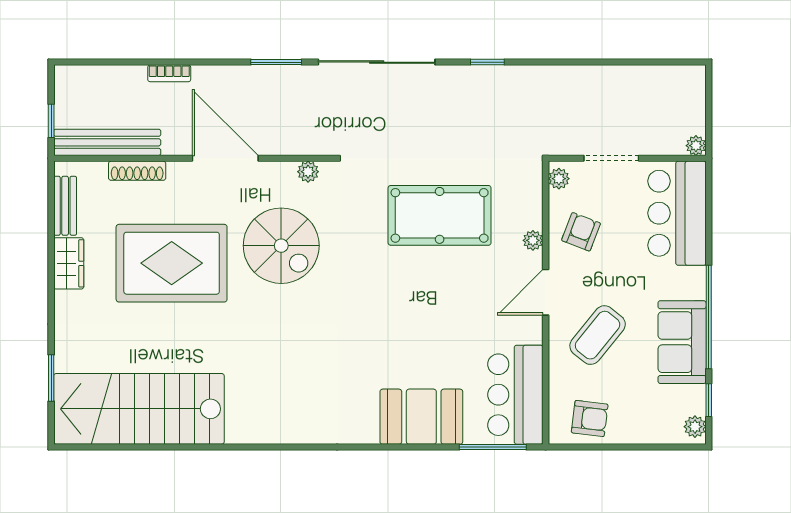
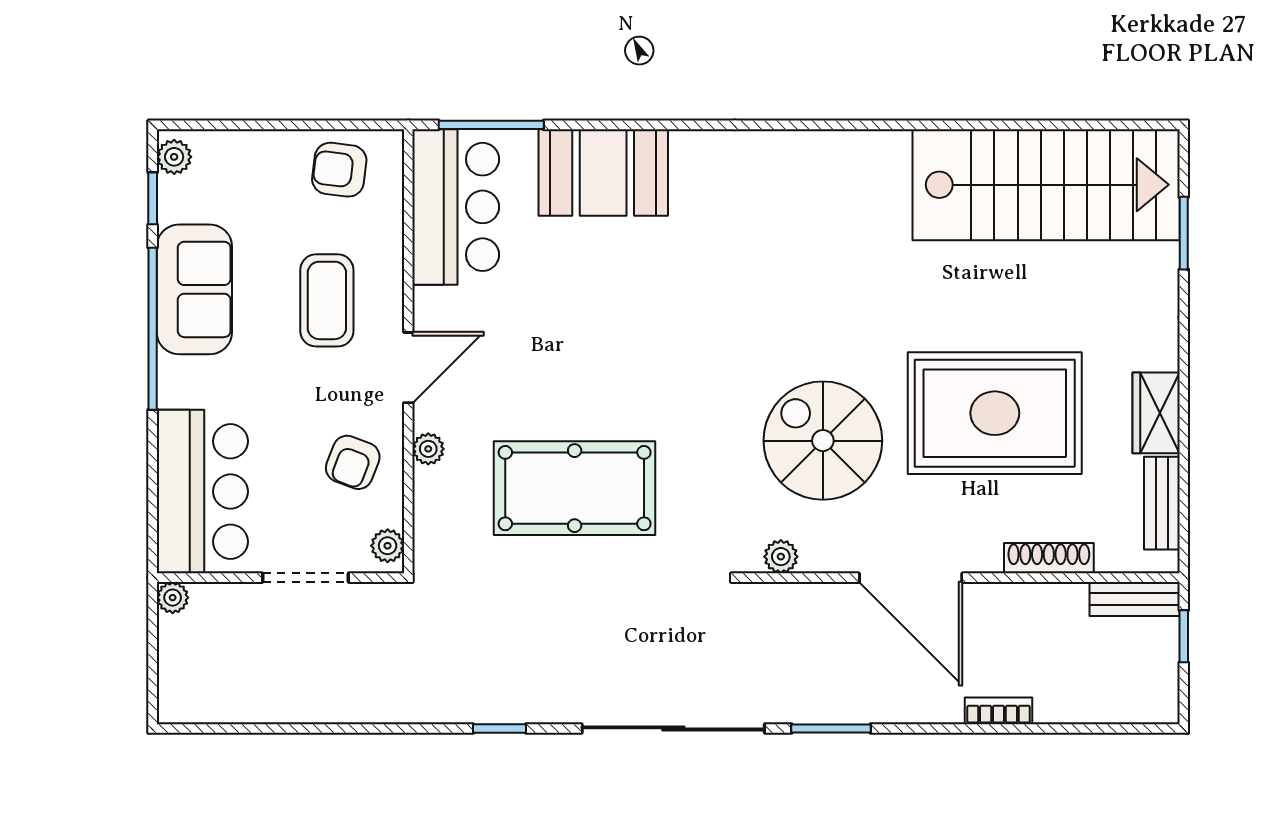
bench: (107, 142) -> (1135, 599), width x0.54, depth x0.82
coffee table: (598, 335) -> (327, 300), turned -39

